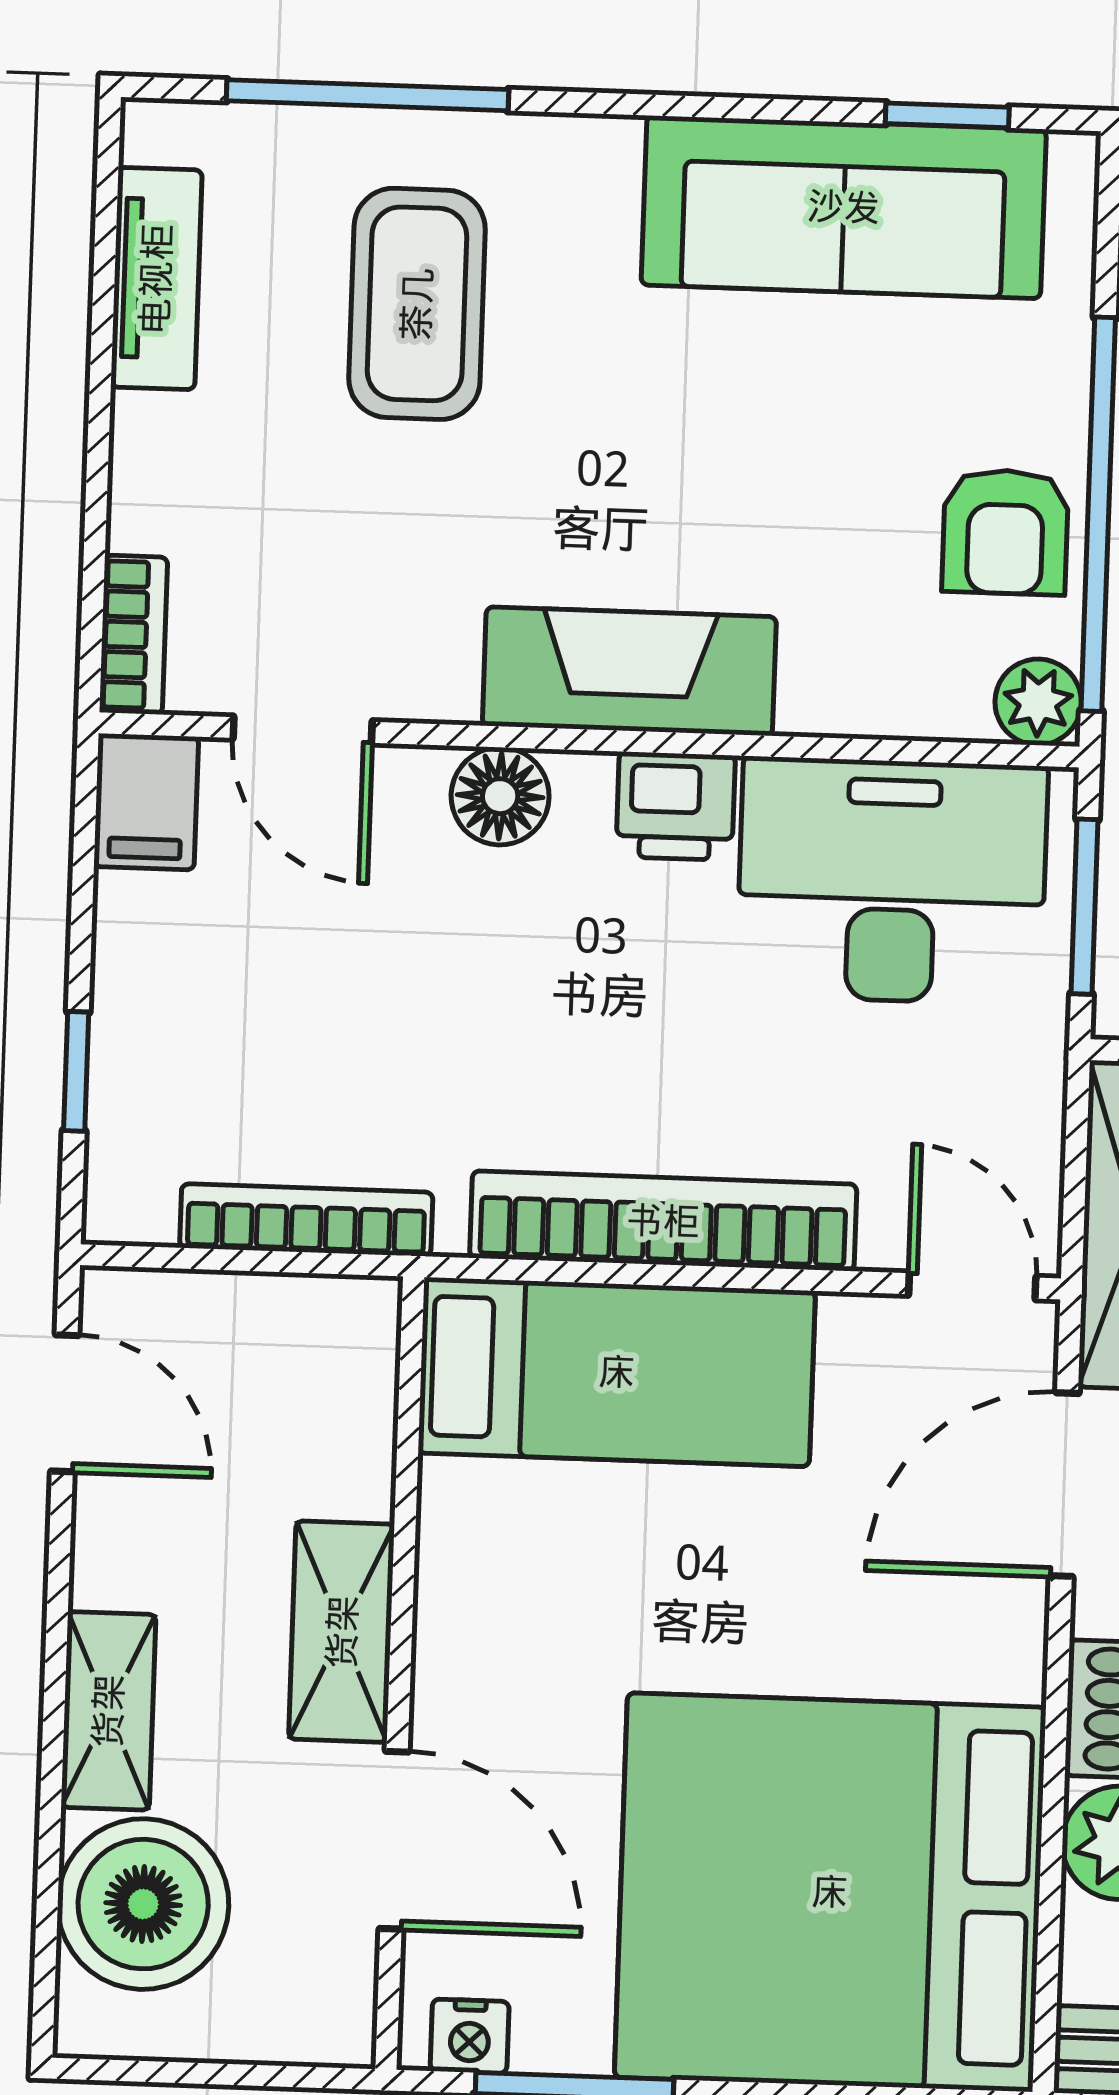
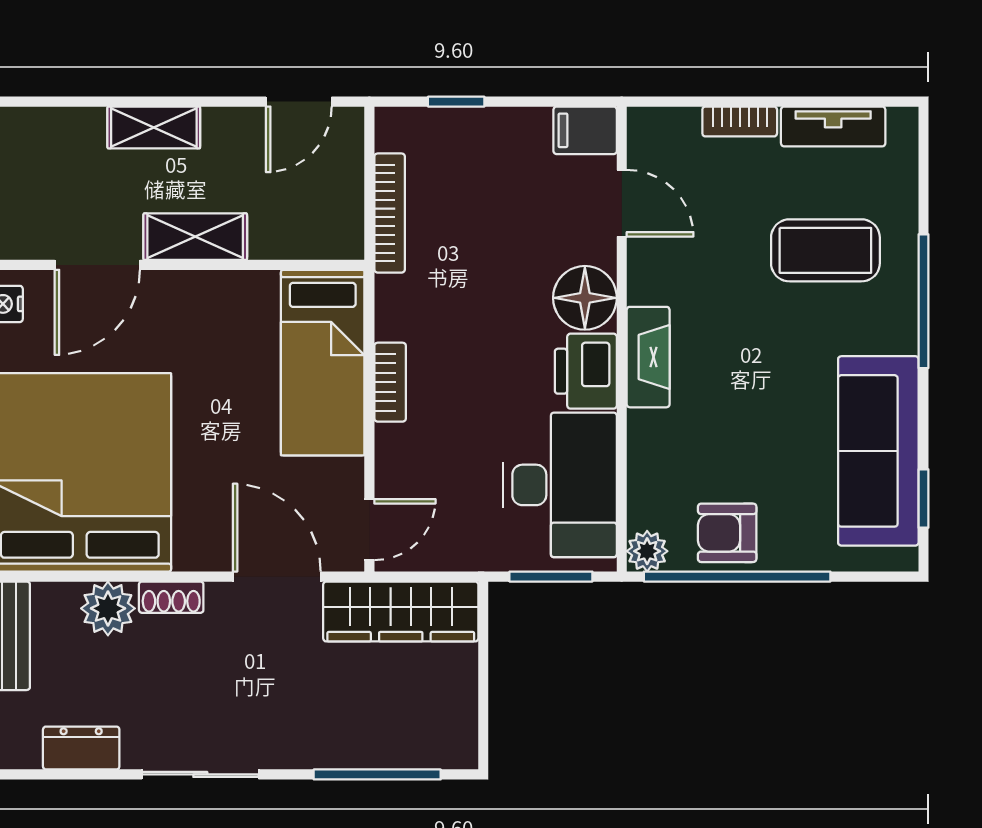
window: (367, 95) -> (924, 301), moved
bookcase: (133, 635) -> (740, 121), moved
fireplace: (629, 671) -> (648, 357), width x0.73, depth x0.76
door: (303, 730) -> (622, 203), swing flipped
floor lamp: (500, 796) -> (585, 298), width x1.38, depth x1.38
printer: (676, 806) -> (586, 371), width x1.36, depth x1.24
bookcase: (663, 1221) -> (390, 382), width x0.43, depth x0.76
boiler: (143, 1904) -> (63, 147), removed

